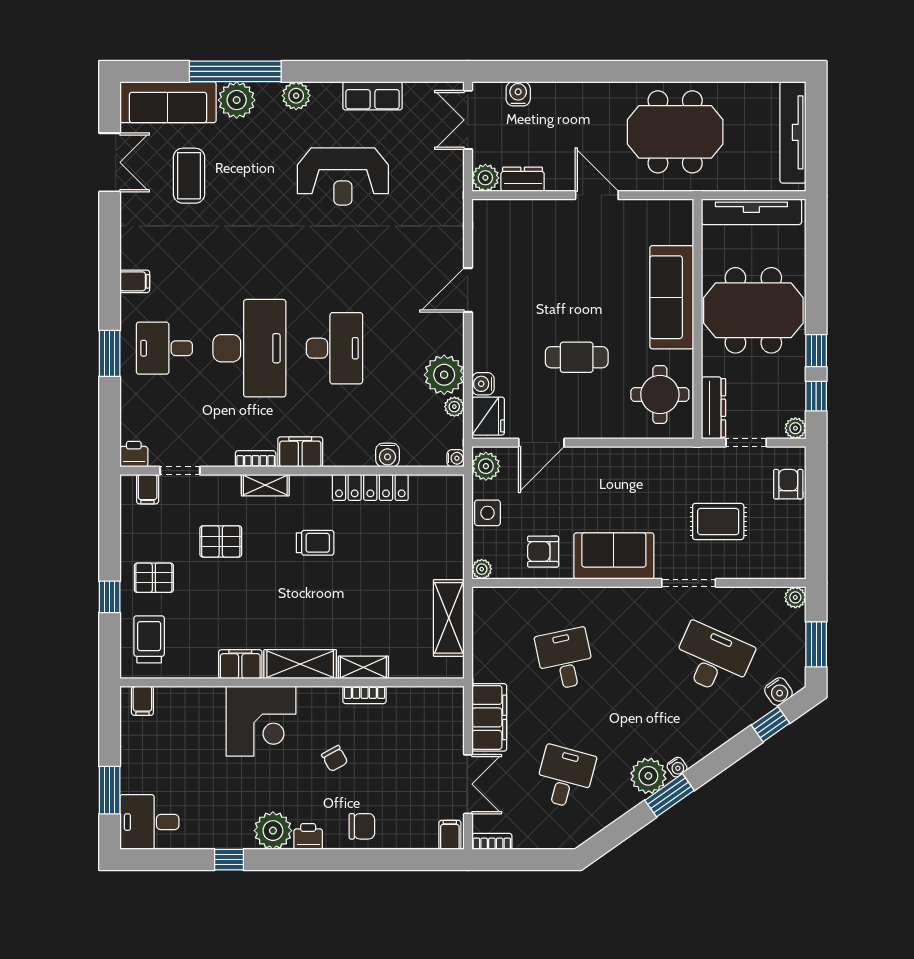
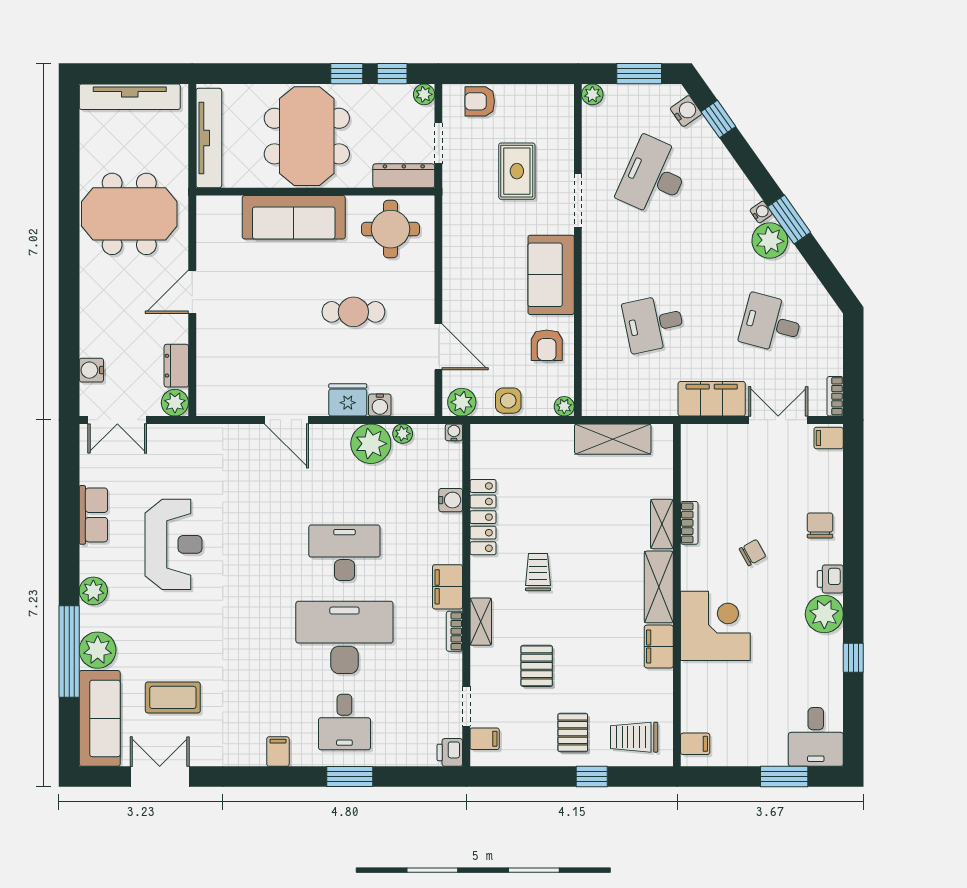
meeting table: (675, 132) -> (129, 214), turned 90
cafe table: (577, 357) -> (353, 312), turned 90
fridge: (488, 416) -> (348, 400), moved

